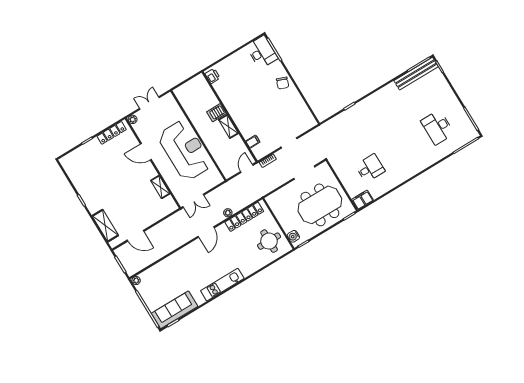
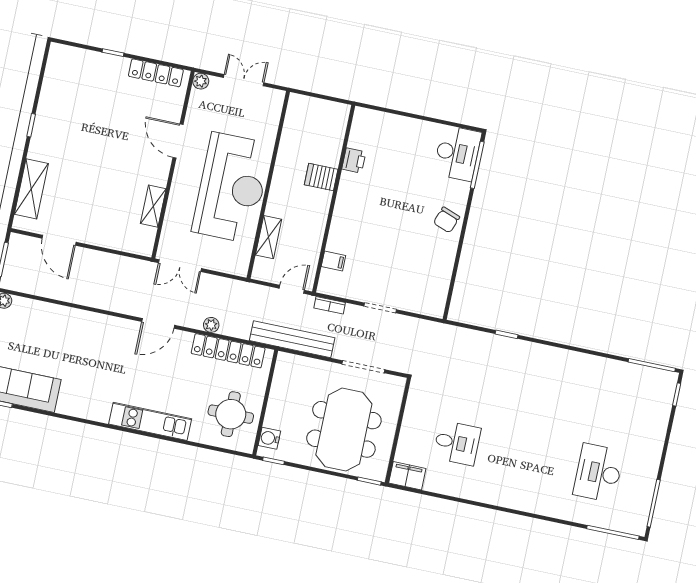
bench: (416, 74) -> (292, 339), moved
printer: (212, 76) -> (354, 160), moved
shelving: (228, 127) -> (269, 237), moved
meeting table: (320, 205) -> (344, 429), turned 90
kitchen unit: (222, 285) -> (150, 421), moved

